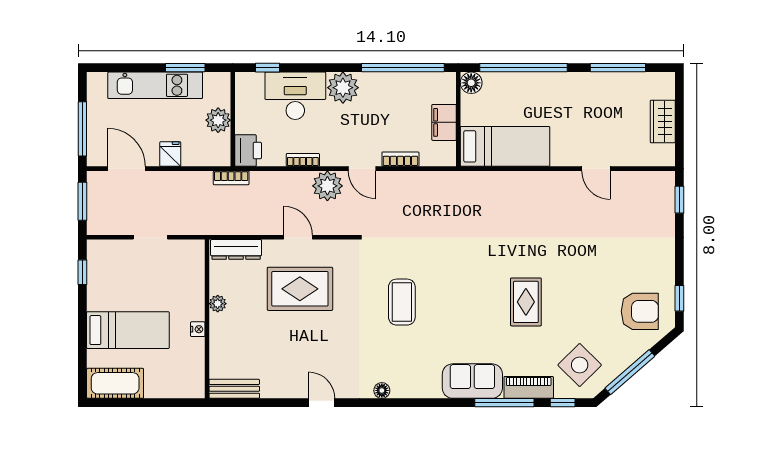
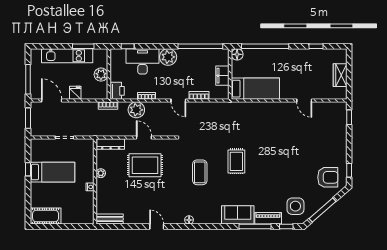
window: (618, 68) -> (316, 46), width x0.46
plant: (327, 186) -> (136, 110), moved
window: (82, 272) -> (28, 169), moved
rug: (526, 302) -> (236, 161), moved
bed: (128, 330) -> (52, 172), moved
side table: (580, 365) -> (295, 206), turned 45

